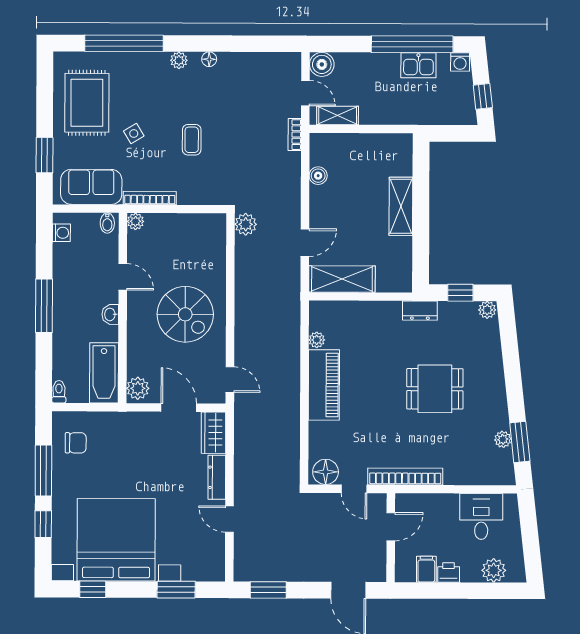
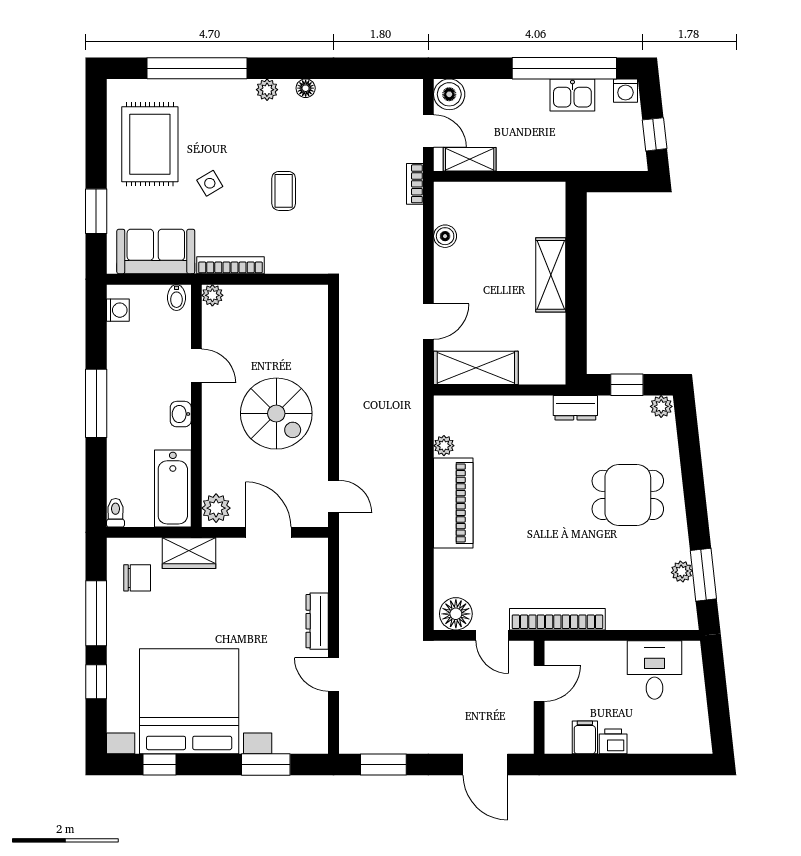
plant: (246, 224) -> (353, 298), removed
dining table: (435, 389) -> (628, 495), moved
wardrobe: (214, 433) -> (189, 553), moved, turned -90
plant: (494, 570) -> (671, 739), removed

